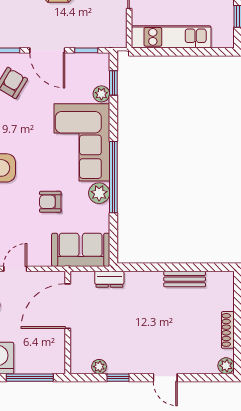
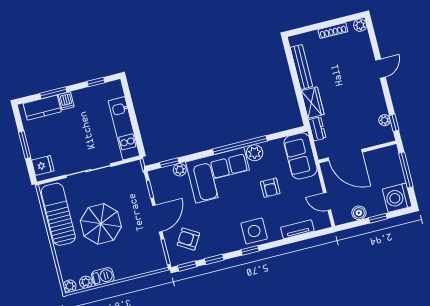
bench: (185, 279) -> (301, 67), width x1.36
wardrobe: (144, 282) -> (313, 103), added
window: (118, 378) -> (394, 123), moved

